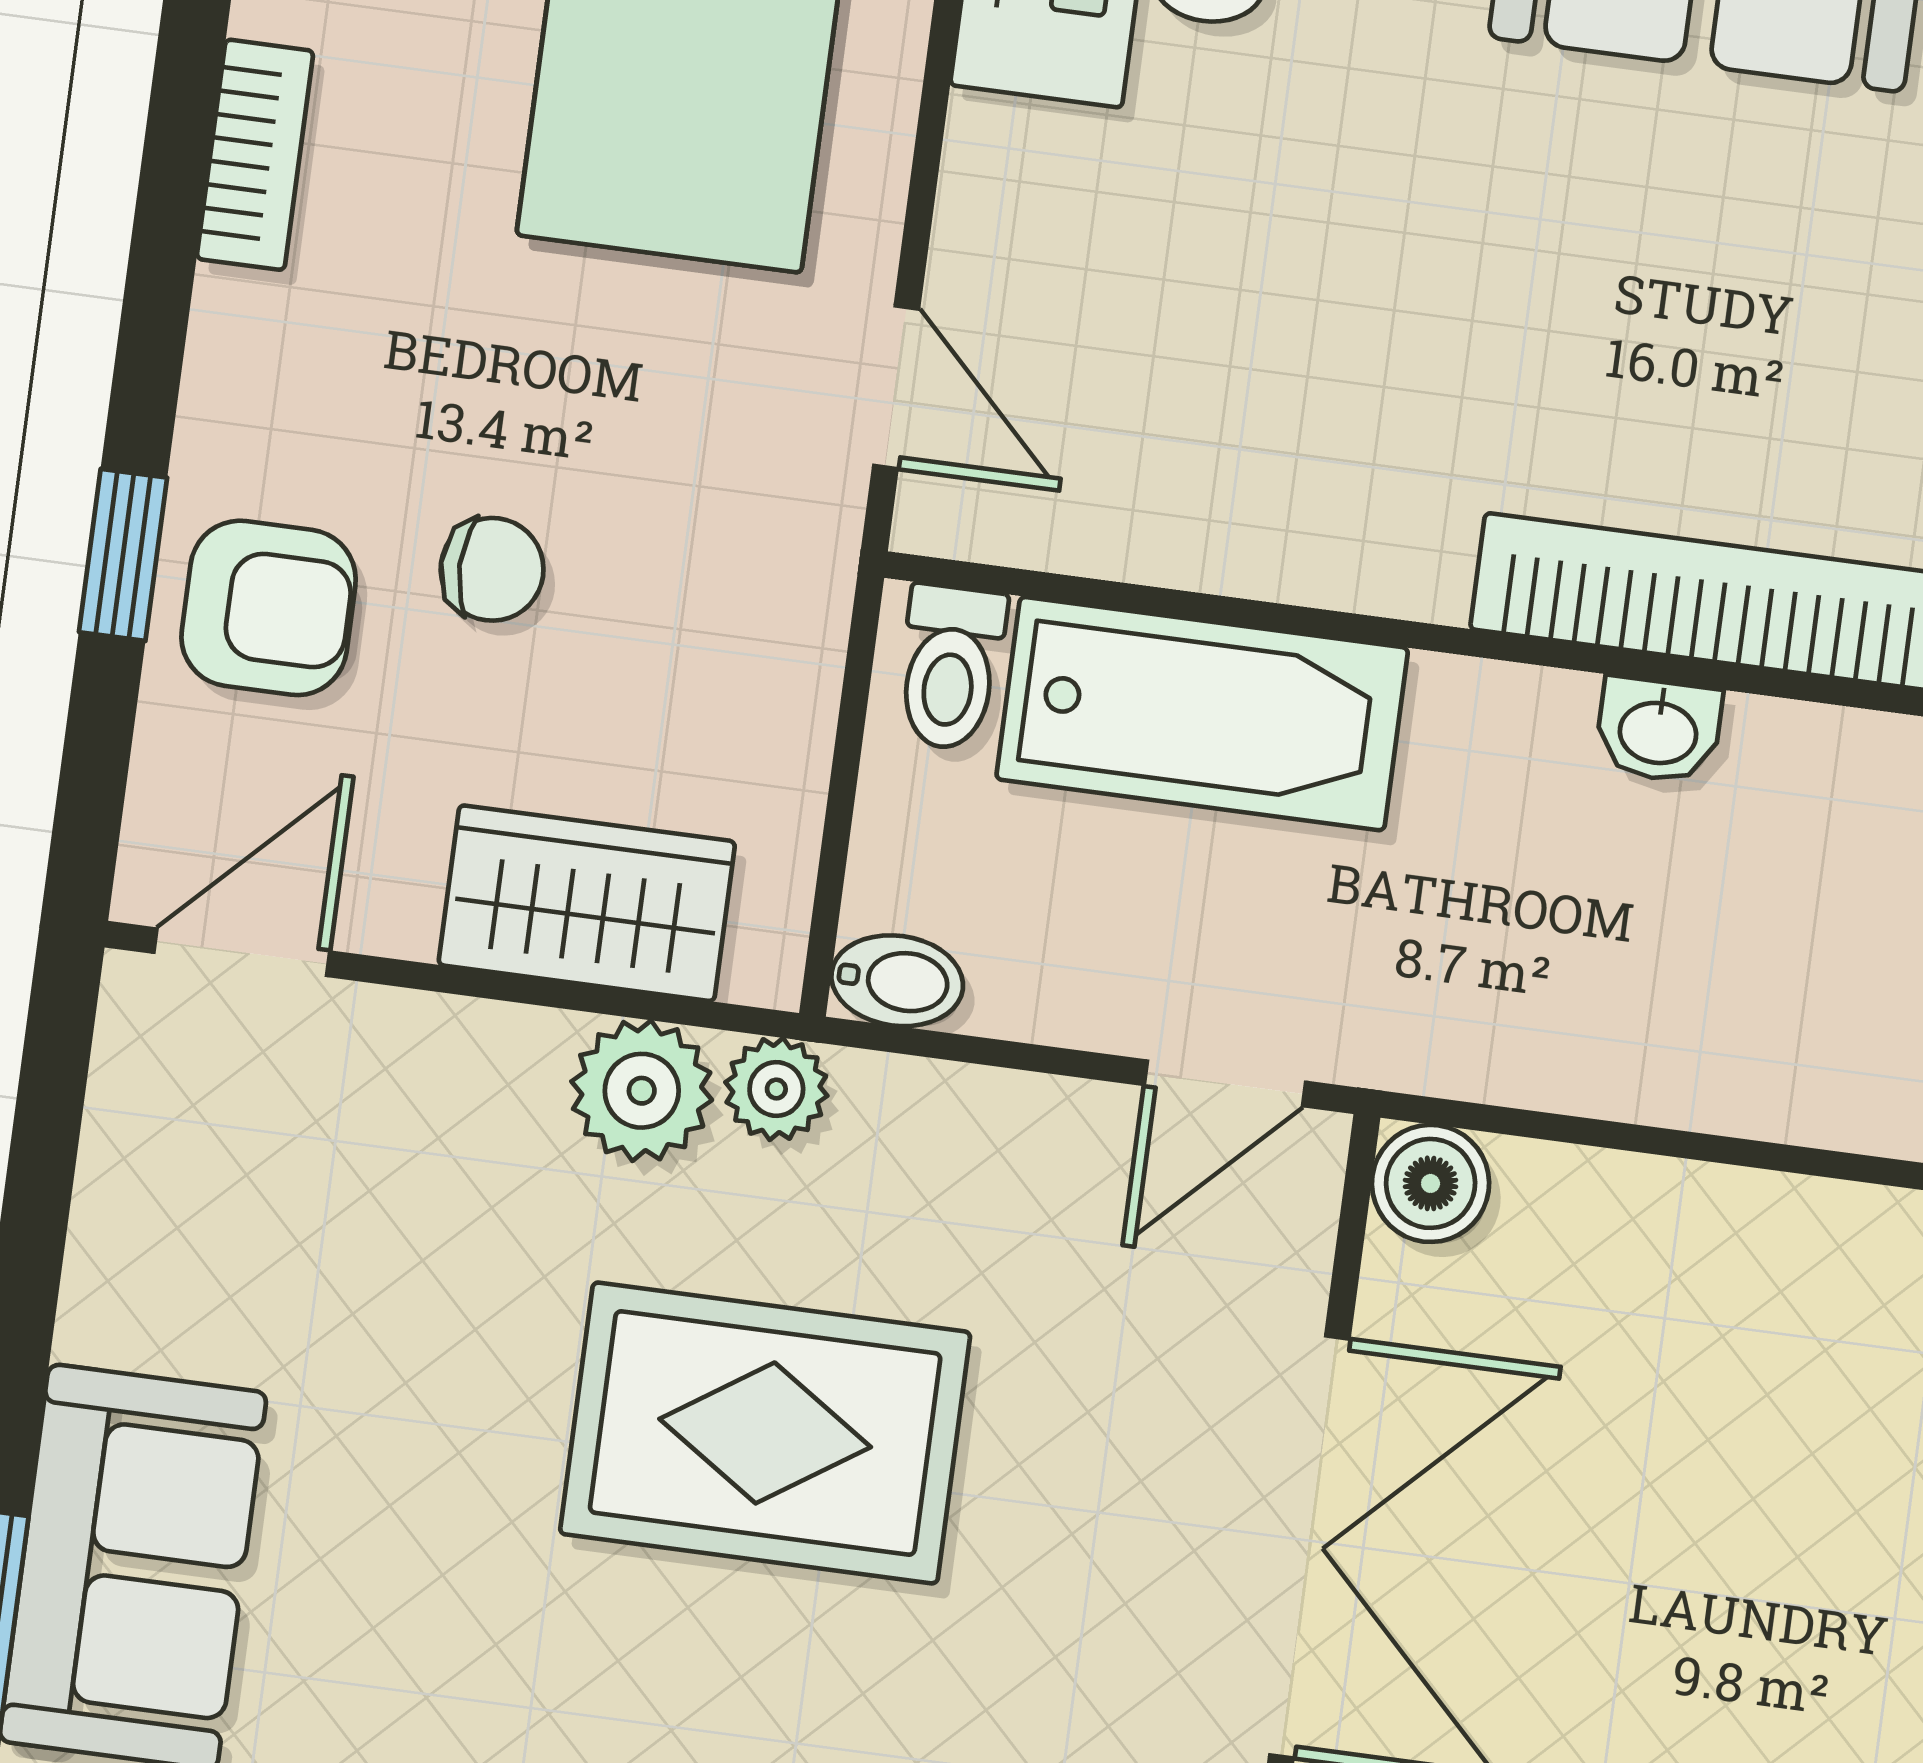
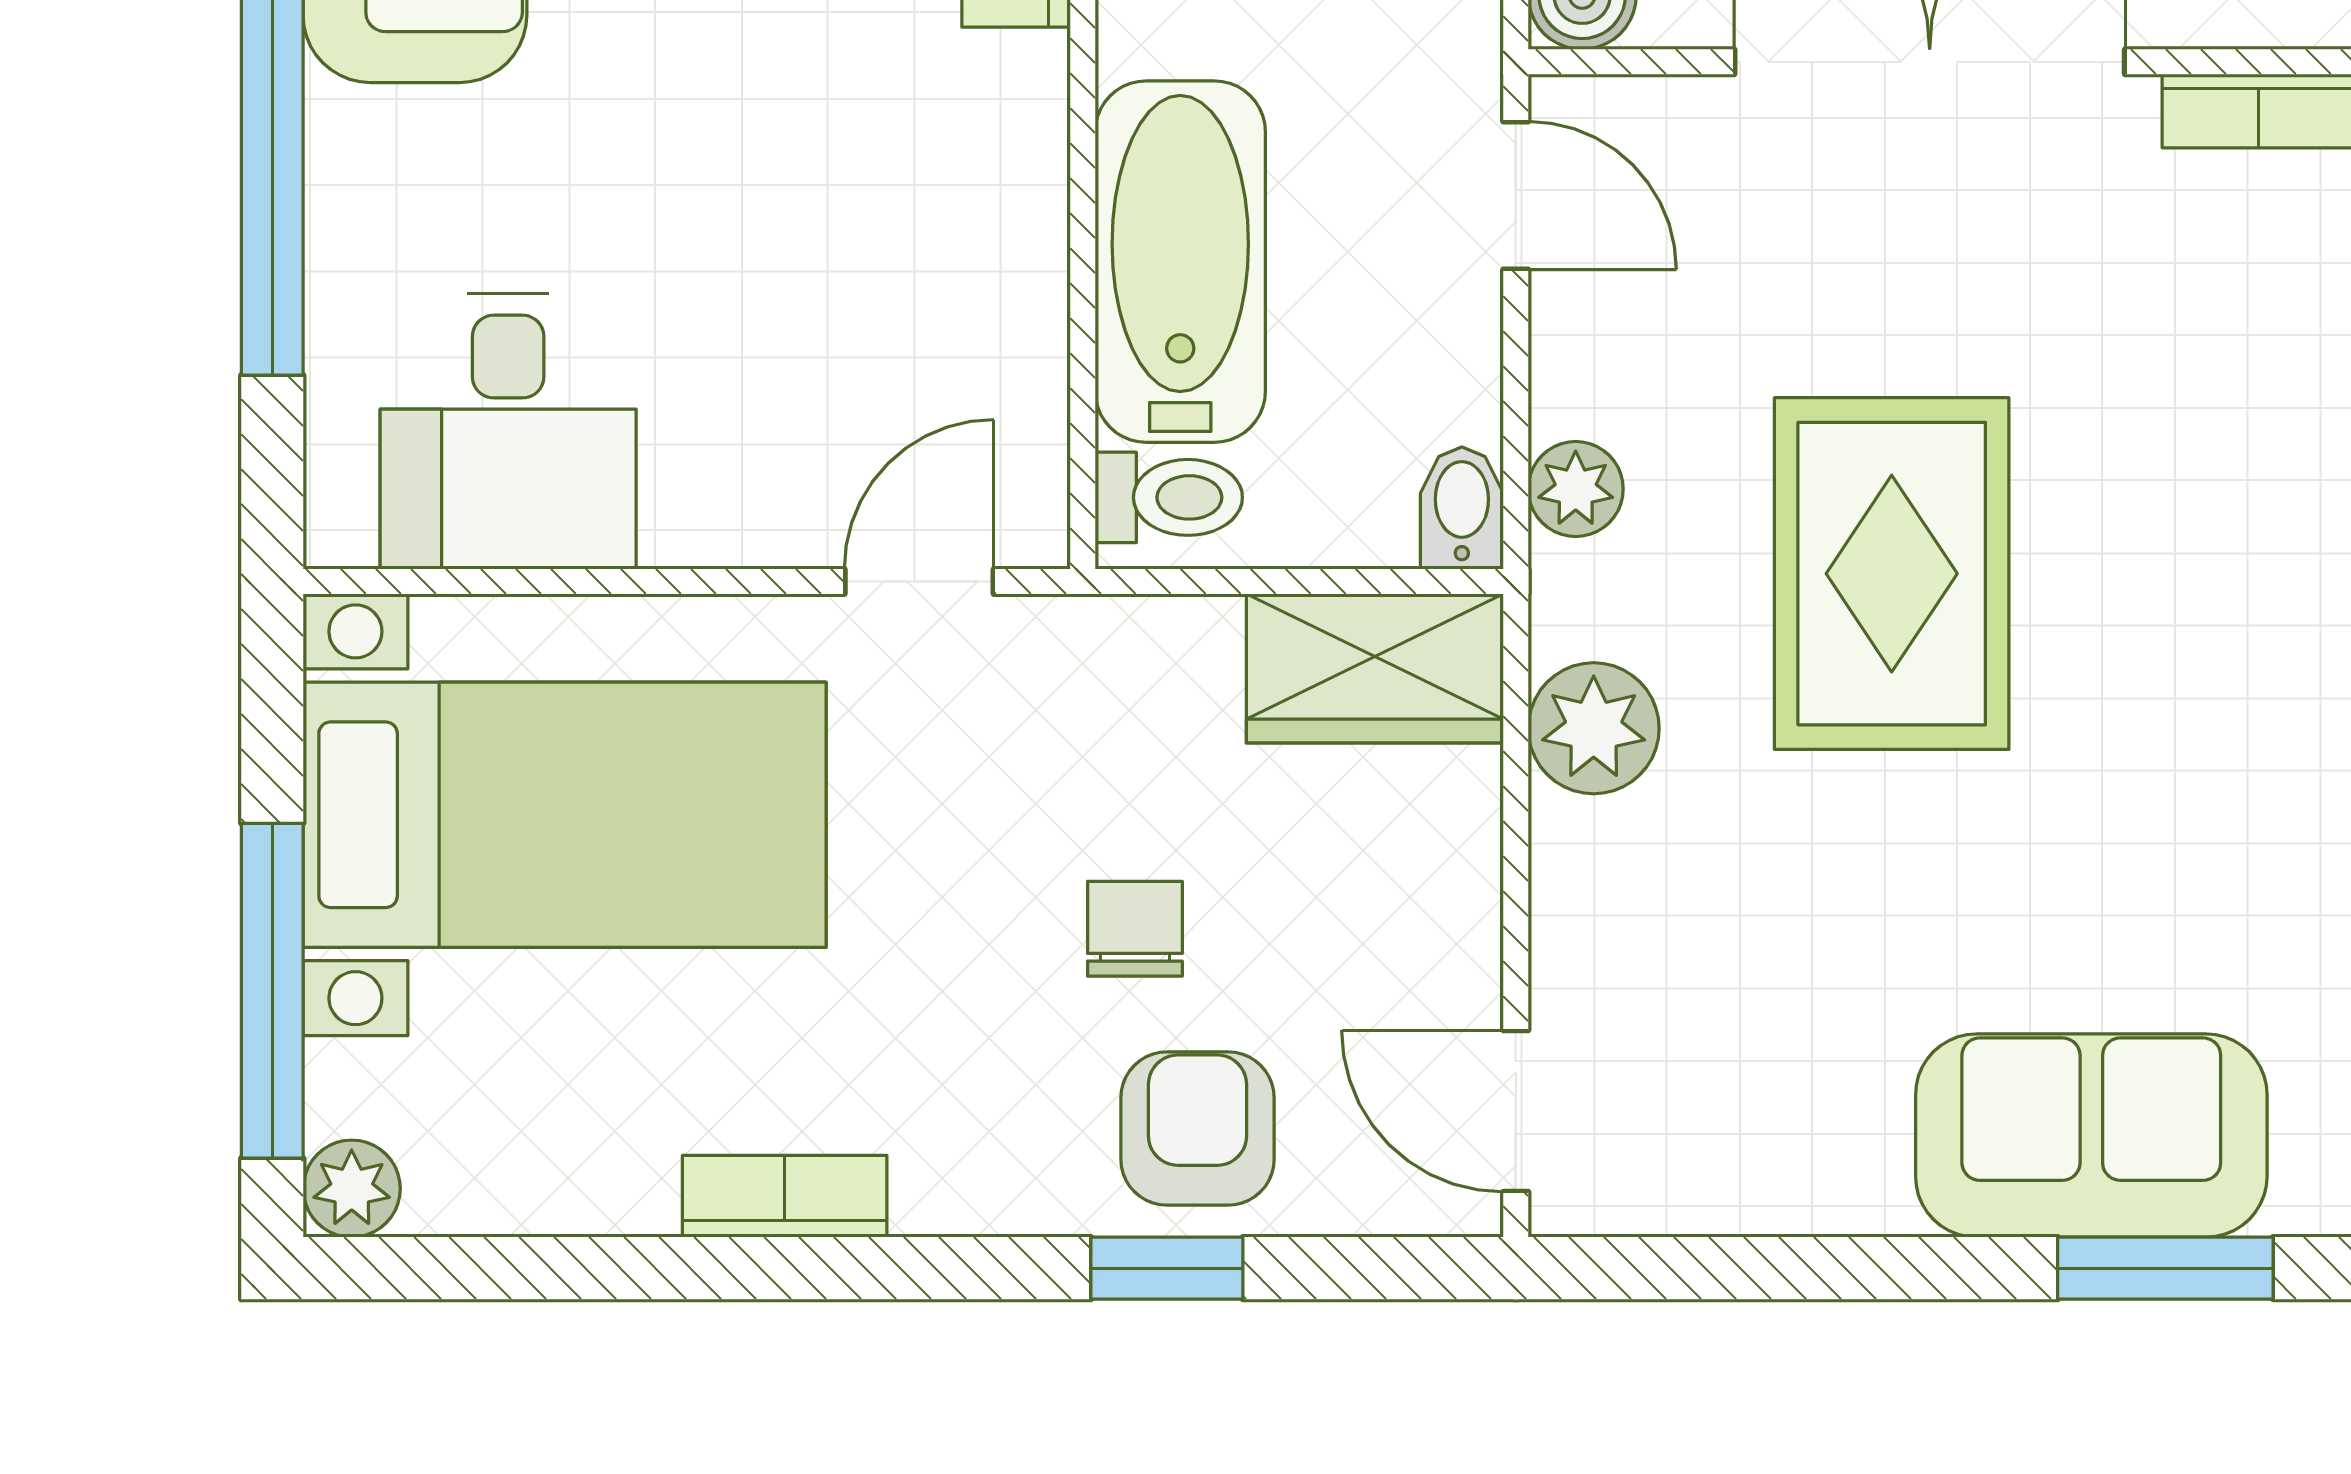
wardrobe: (587, 903) -> (1375, 668), moved, turned -90
plant: (776, 1089) -> (1576, 489), moved

